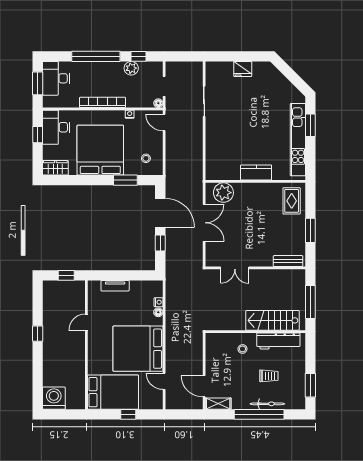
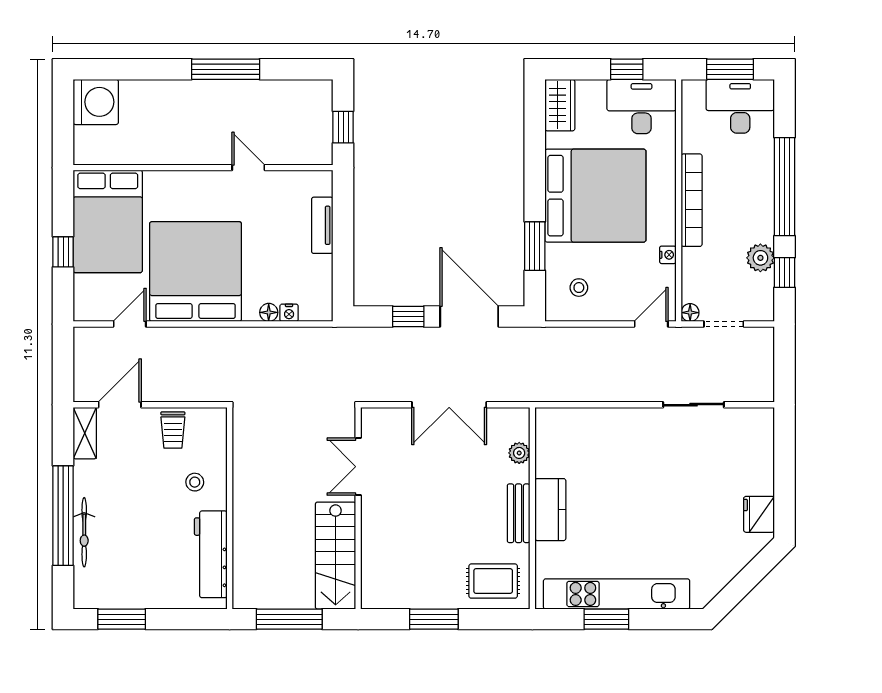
fridge: (243, 69) -> (759, 514), moved
window: (310, 125) -> (606, 619), moved
plant: (223, 193) -> (519, 453), width x0.53, depth x0.53
door: (160, 213) -> (469, 316), swing flipped
bench: (288, 261) -> (519, 513), moved
stairs: (272, 320) -> (336, 556), moved, turned 180
window: (38, 334) -> (226, 69), width x2.17
trolley: (269, 376) -> (173, 430), moved

